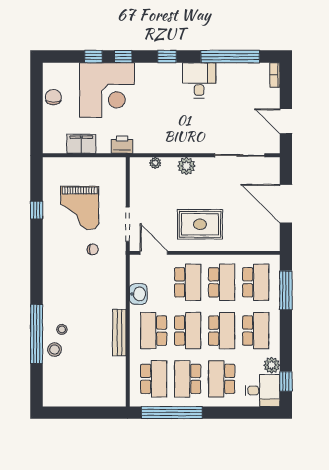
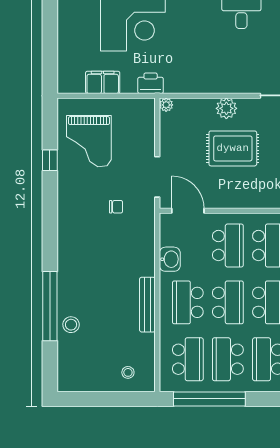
chair: (53, 97) -> (70, 27), removed
plant: (155, 163) -> (166, 105), moved
grand piano: (80, 208) -> (89, 141), moved
rug: (200, 224) -> (233, 148), moved
stool: (62, 329) -> (128, 372), moved

